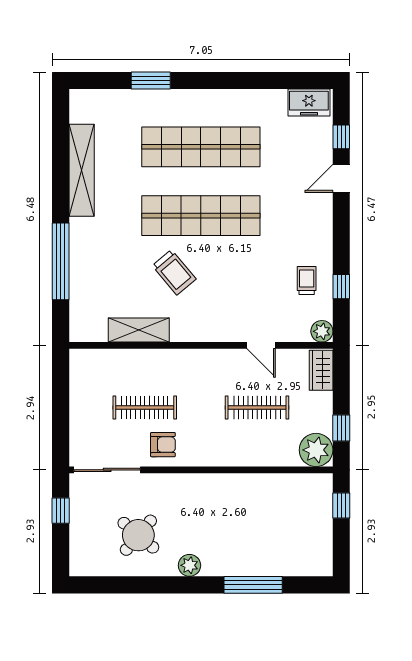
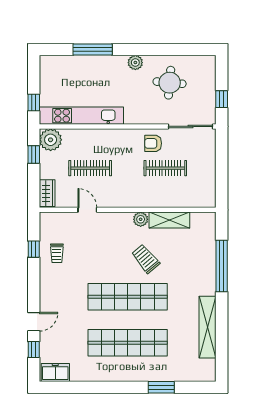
plant: (322, 331) -> (141, 219), moved
kitchen unit: (270, 486) -> (81, 116), added
round table: (138, 535) -> (170, 83), turned -35

